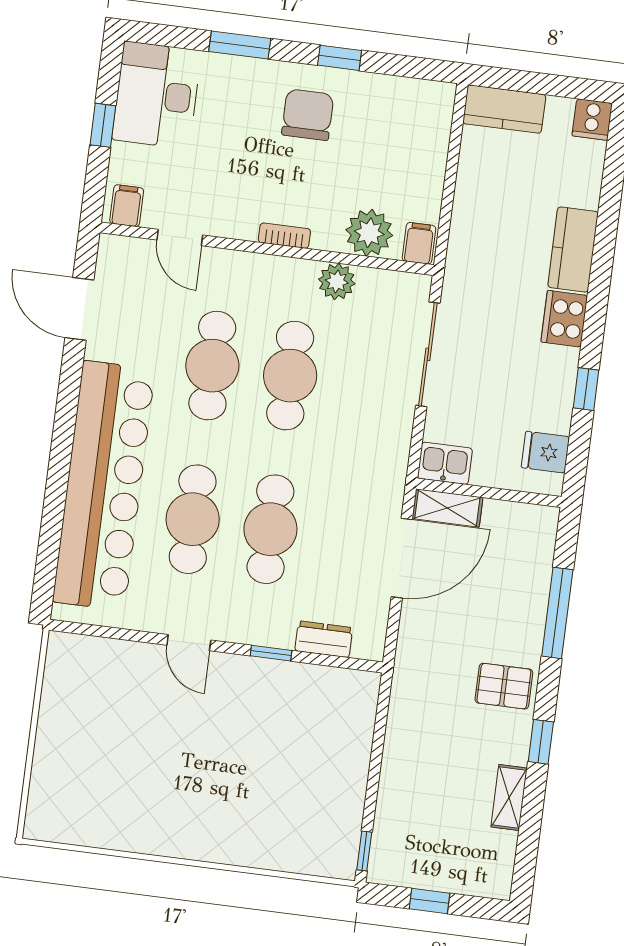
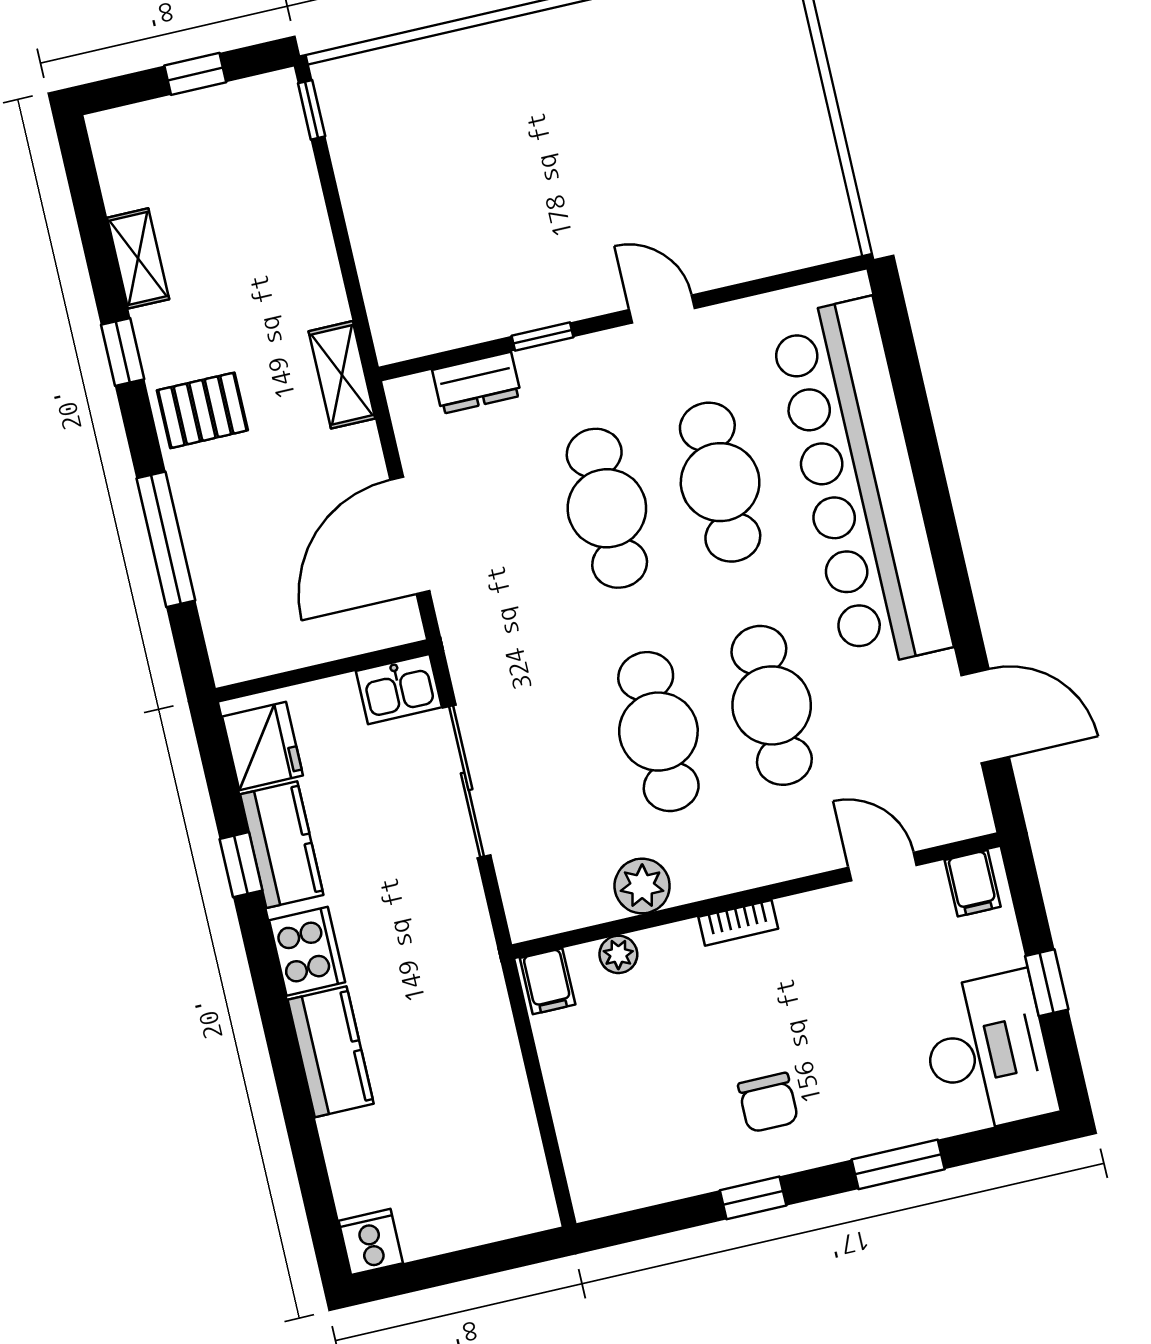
kitchen counter: (504, 109) -> (282, 845), moved, turned 90
chair: (308, 115) -> (768, 1103), width x0.73, depth x0.73
plant: (369, 233) -> (618, 954), width x0.53, depth x0.53
sliding door: (428, 354) -> (467, 781), moved
fridge: (545, 452) -> (263, 746), width x1.38
shelving: (447, 508) -> (342, 375), moved, turned 90

